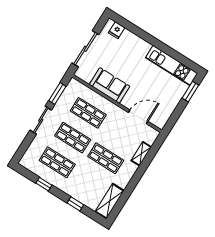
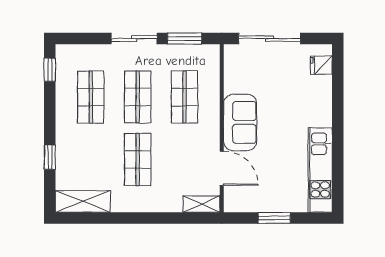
sofa: (109, 85) -> (240, 122), moved
window: (190, 92) -> (274, 218), moved
shelving: (141, 154) -> (202, 204), moved
window: (44, 184) -> (50, 70), moved

